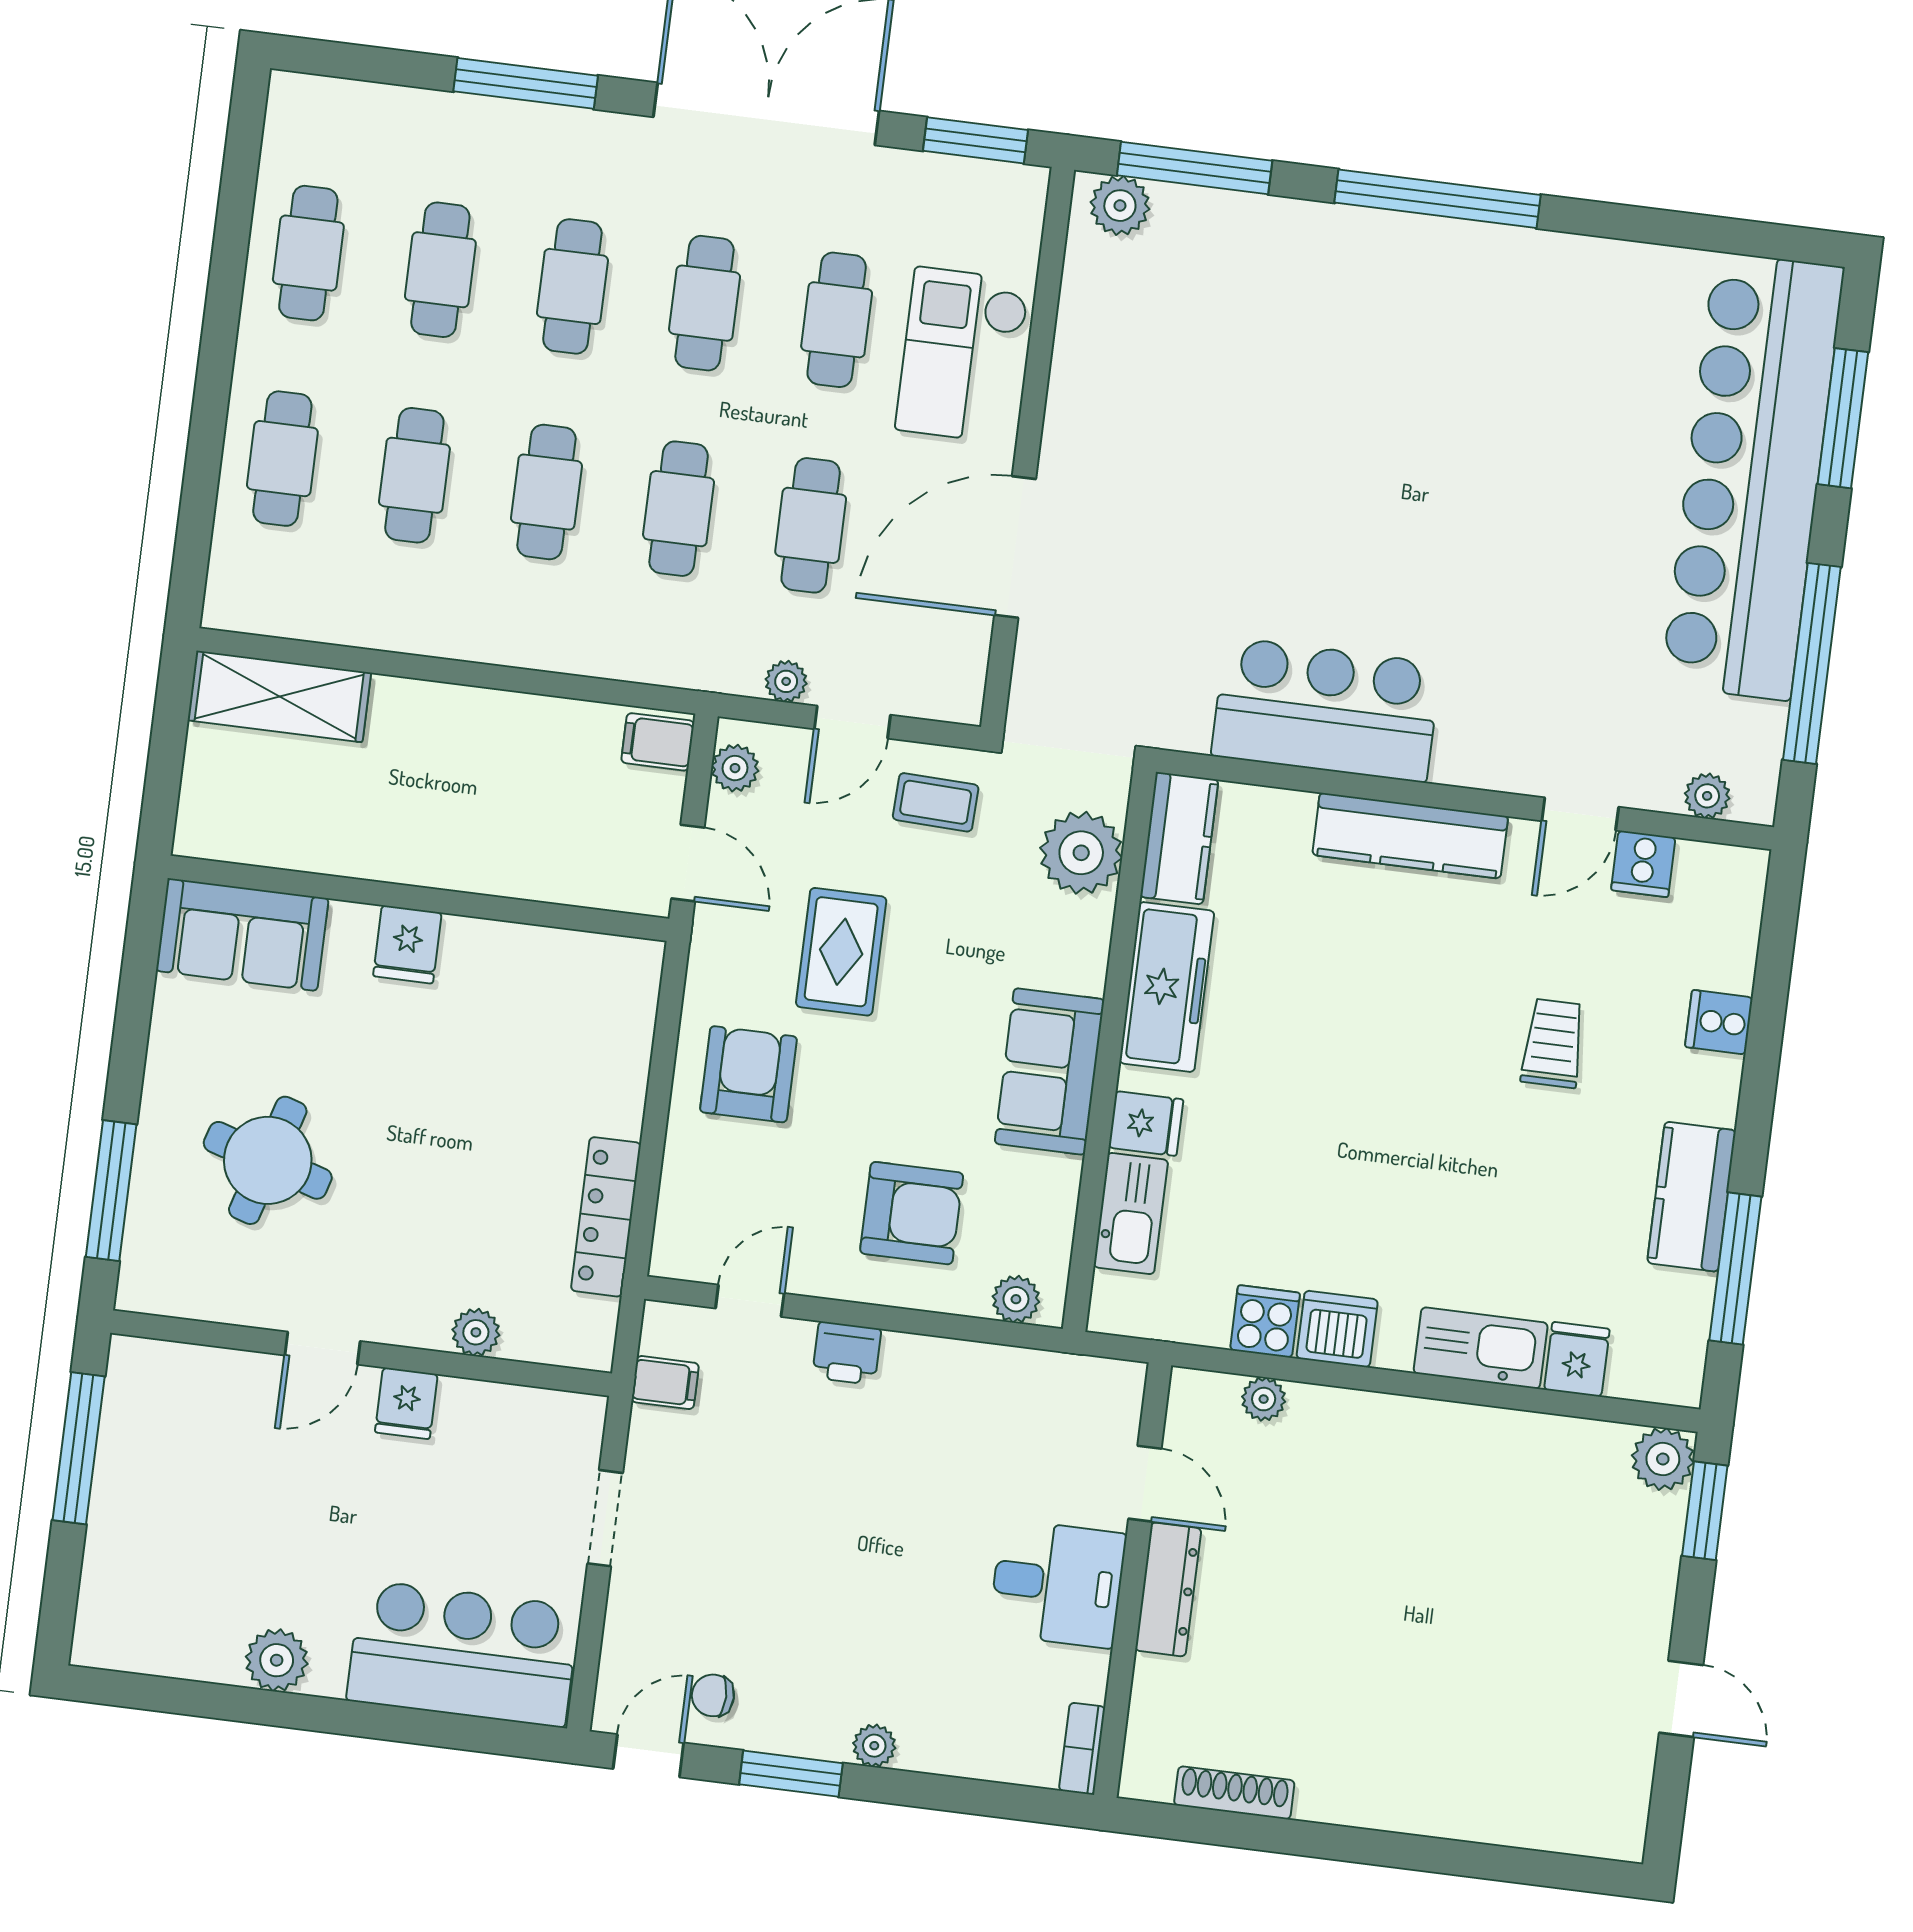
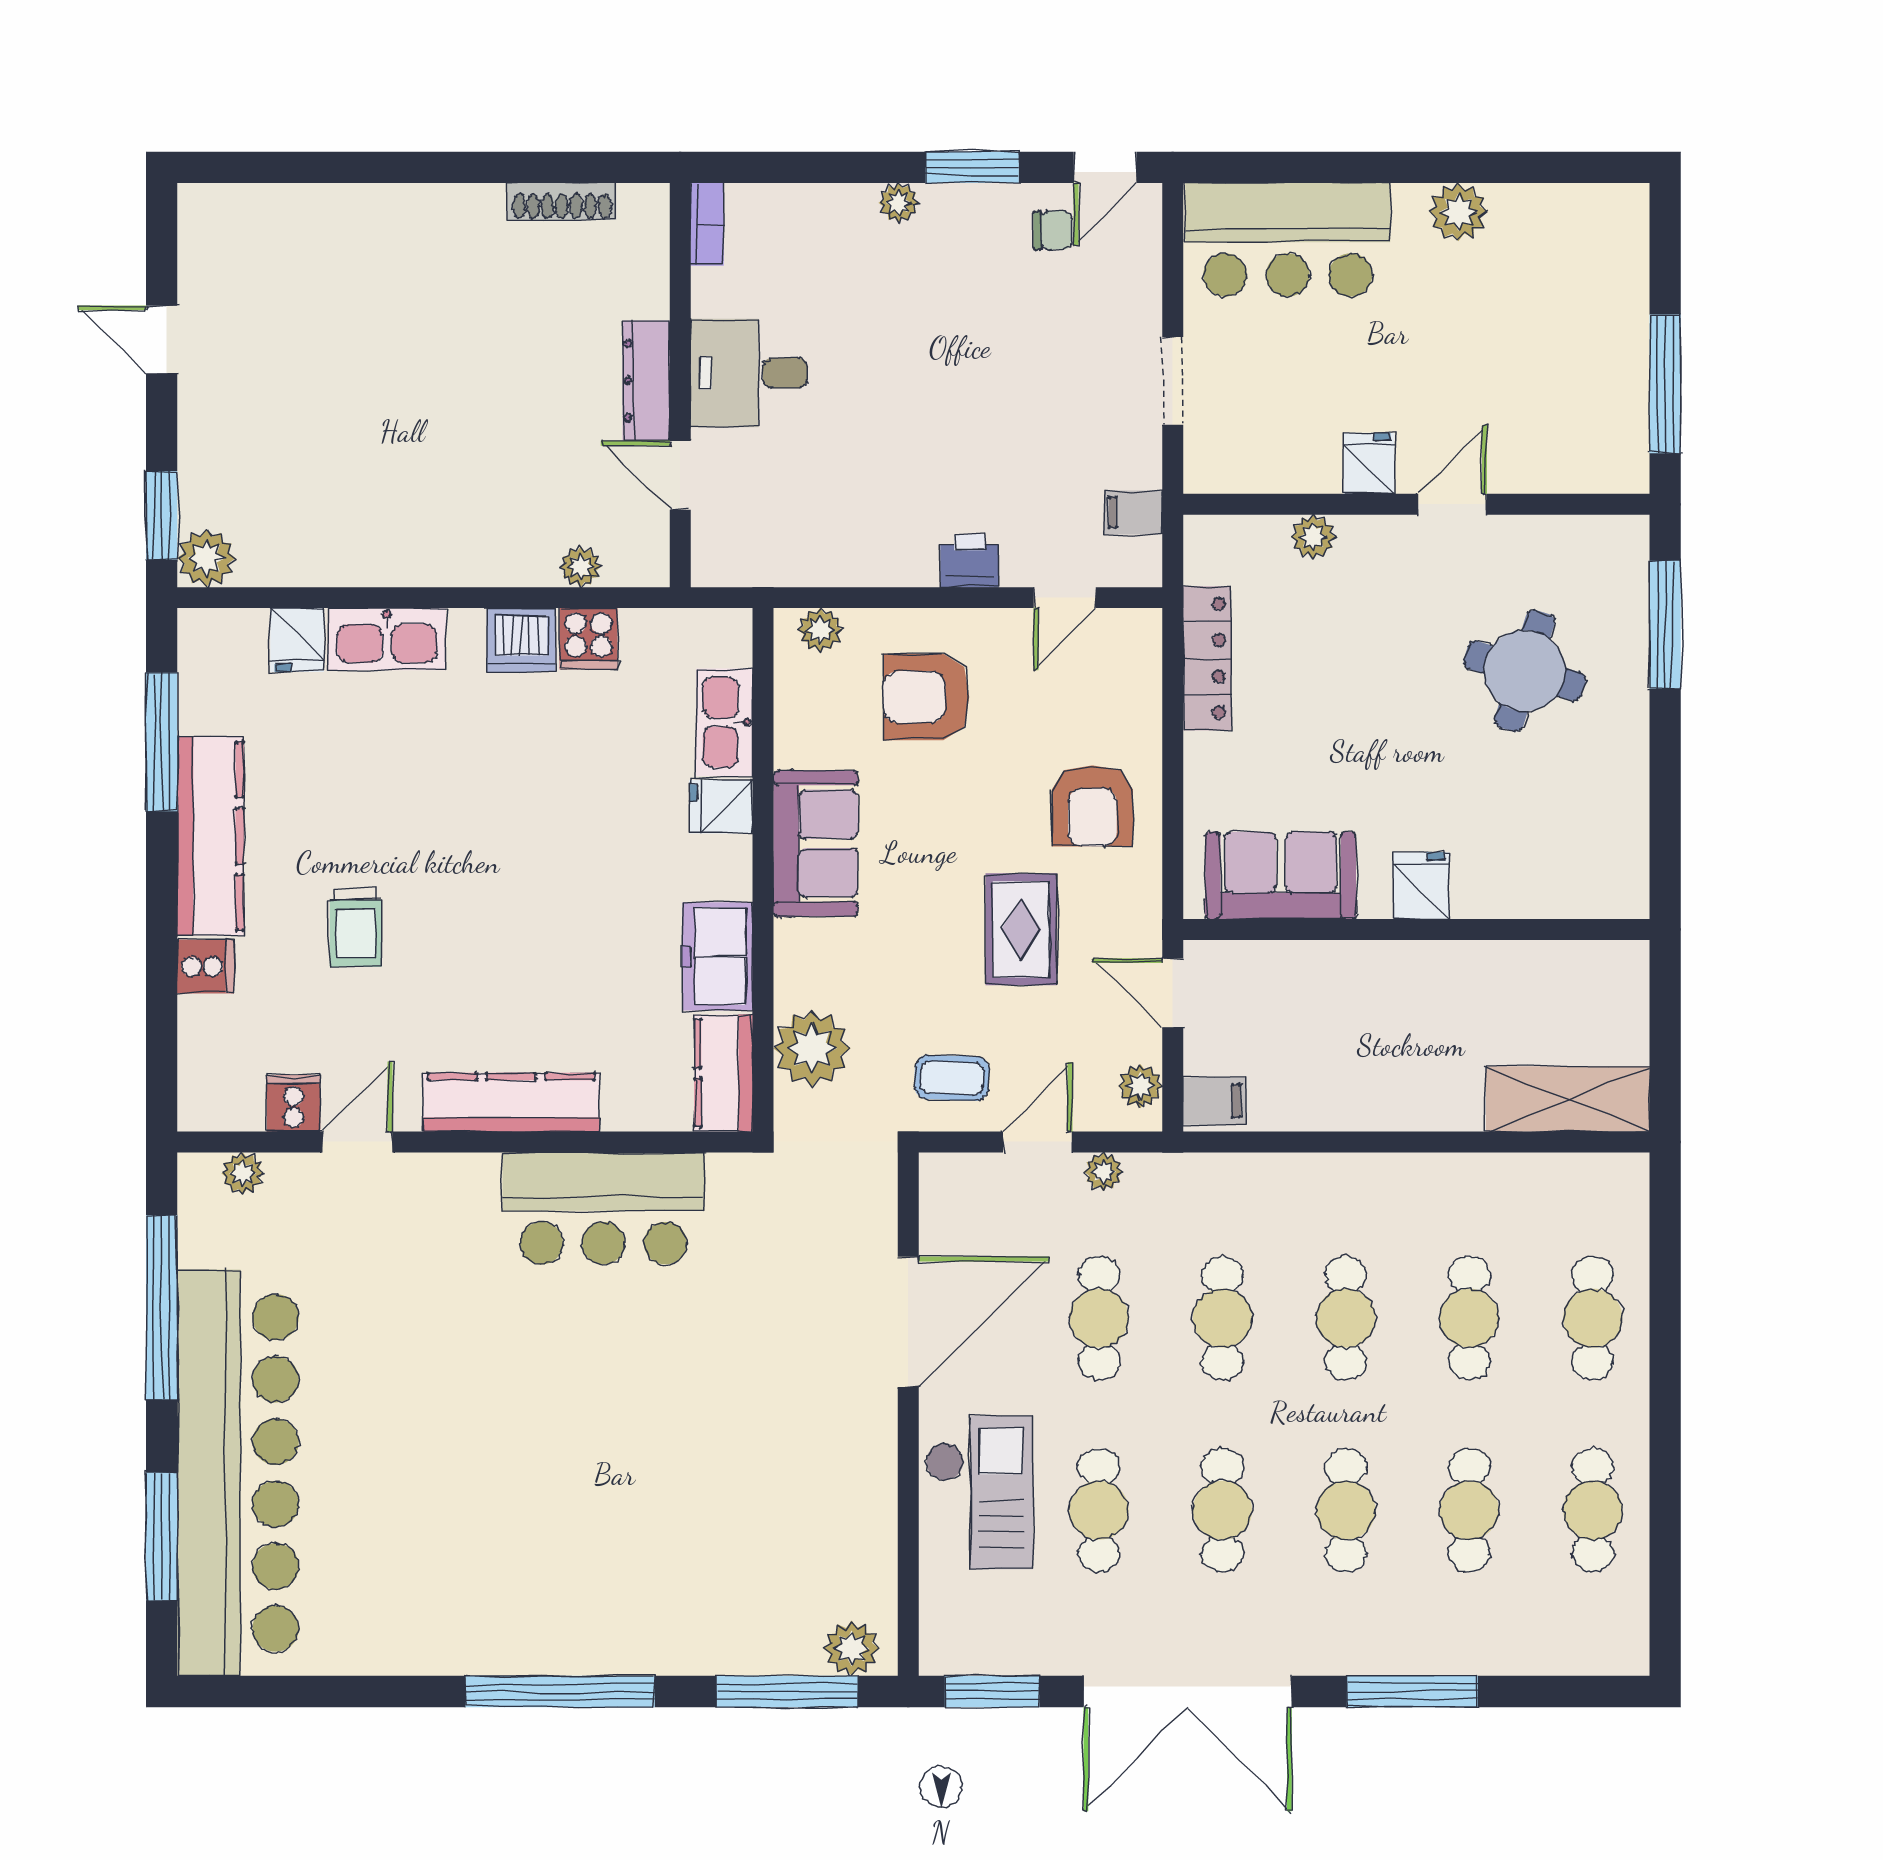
sofa: (242, 935) -> (1281, 876), moved
freezer: (1167, 987) -> (718, 956), width x0.71
kitchen counter: (1692, 1197) -> (210, 836), width x1.50

